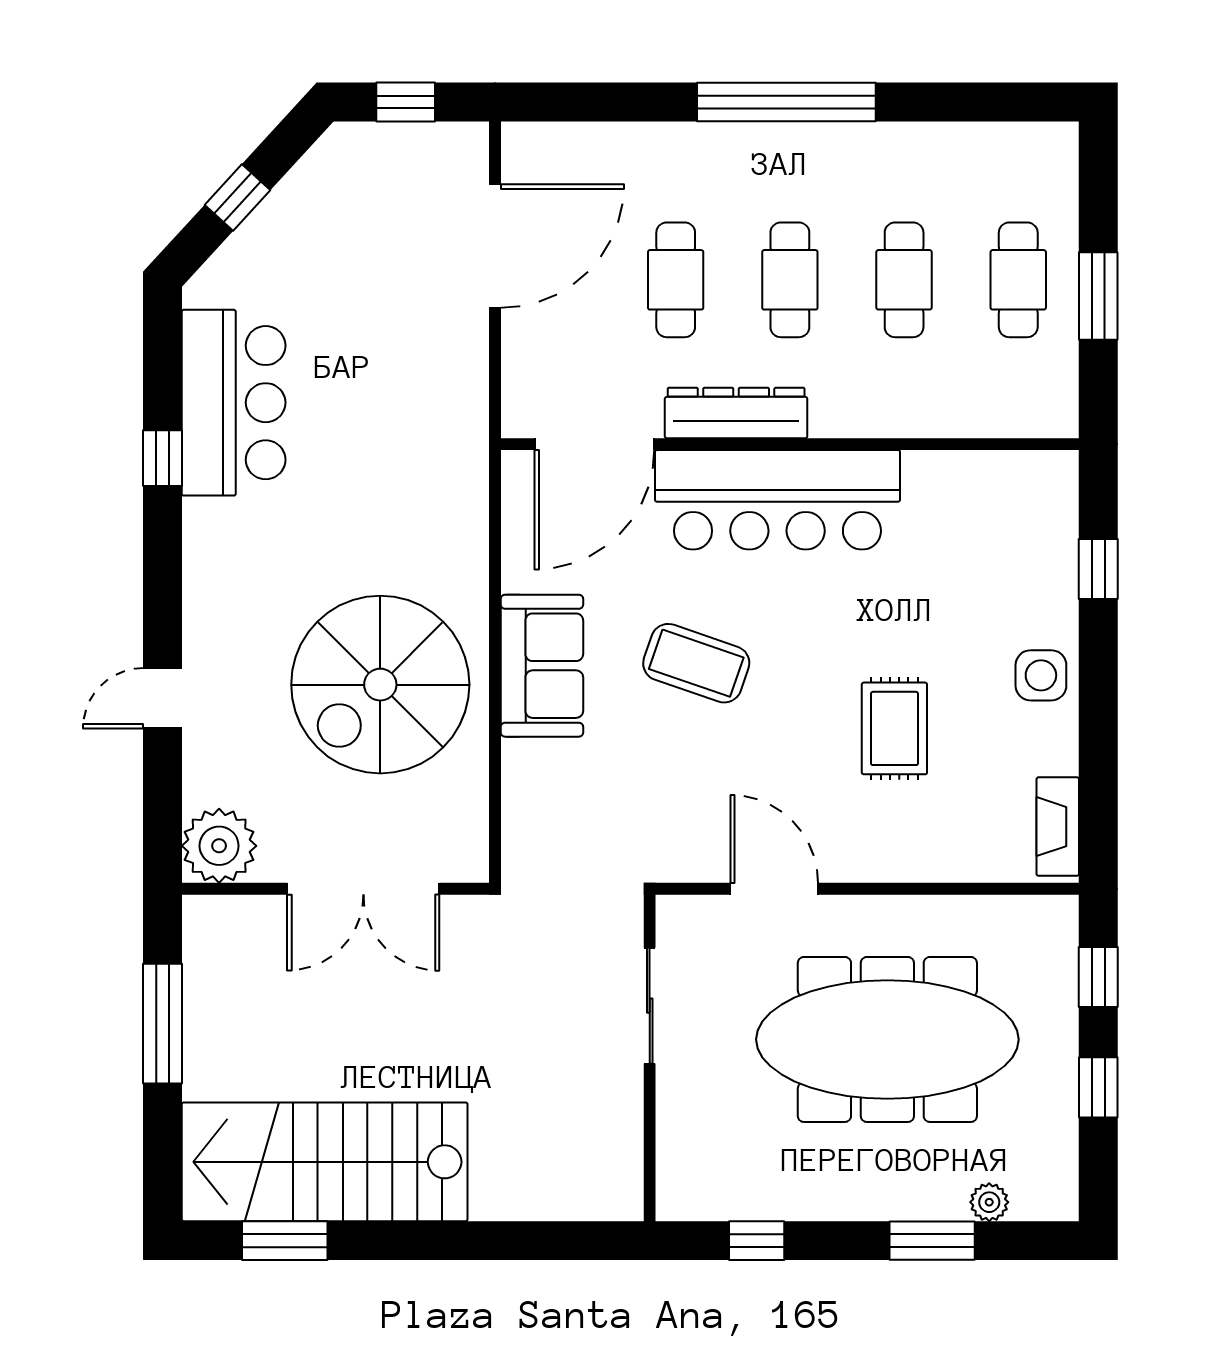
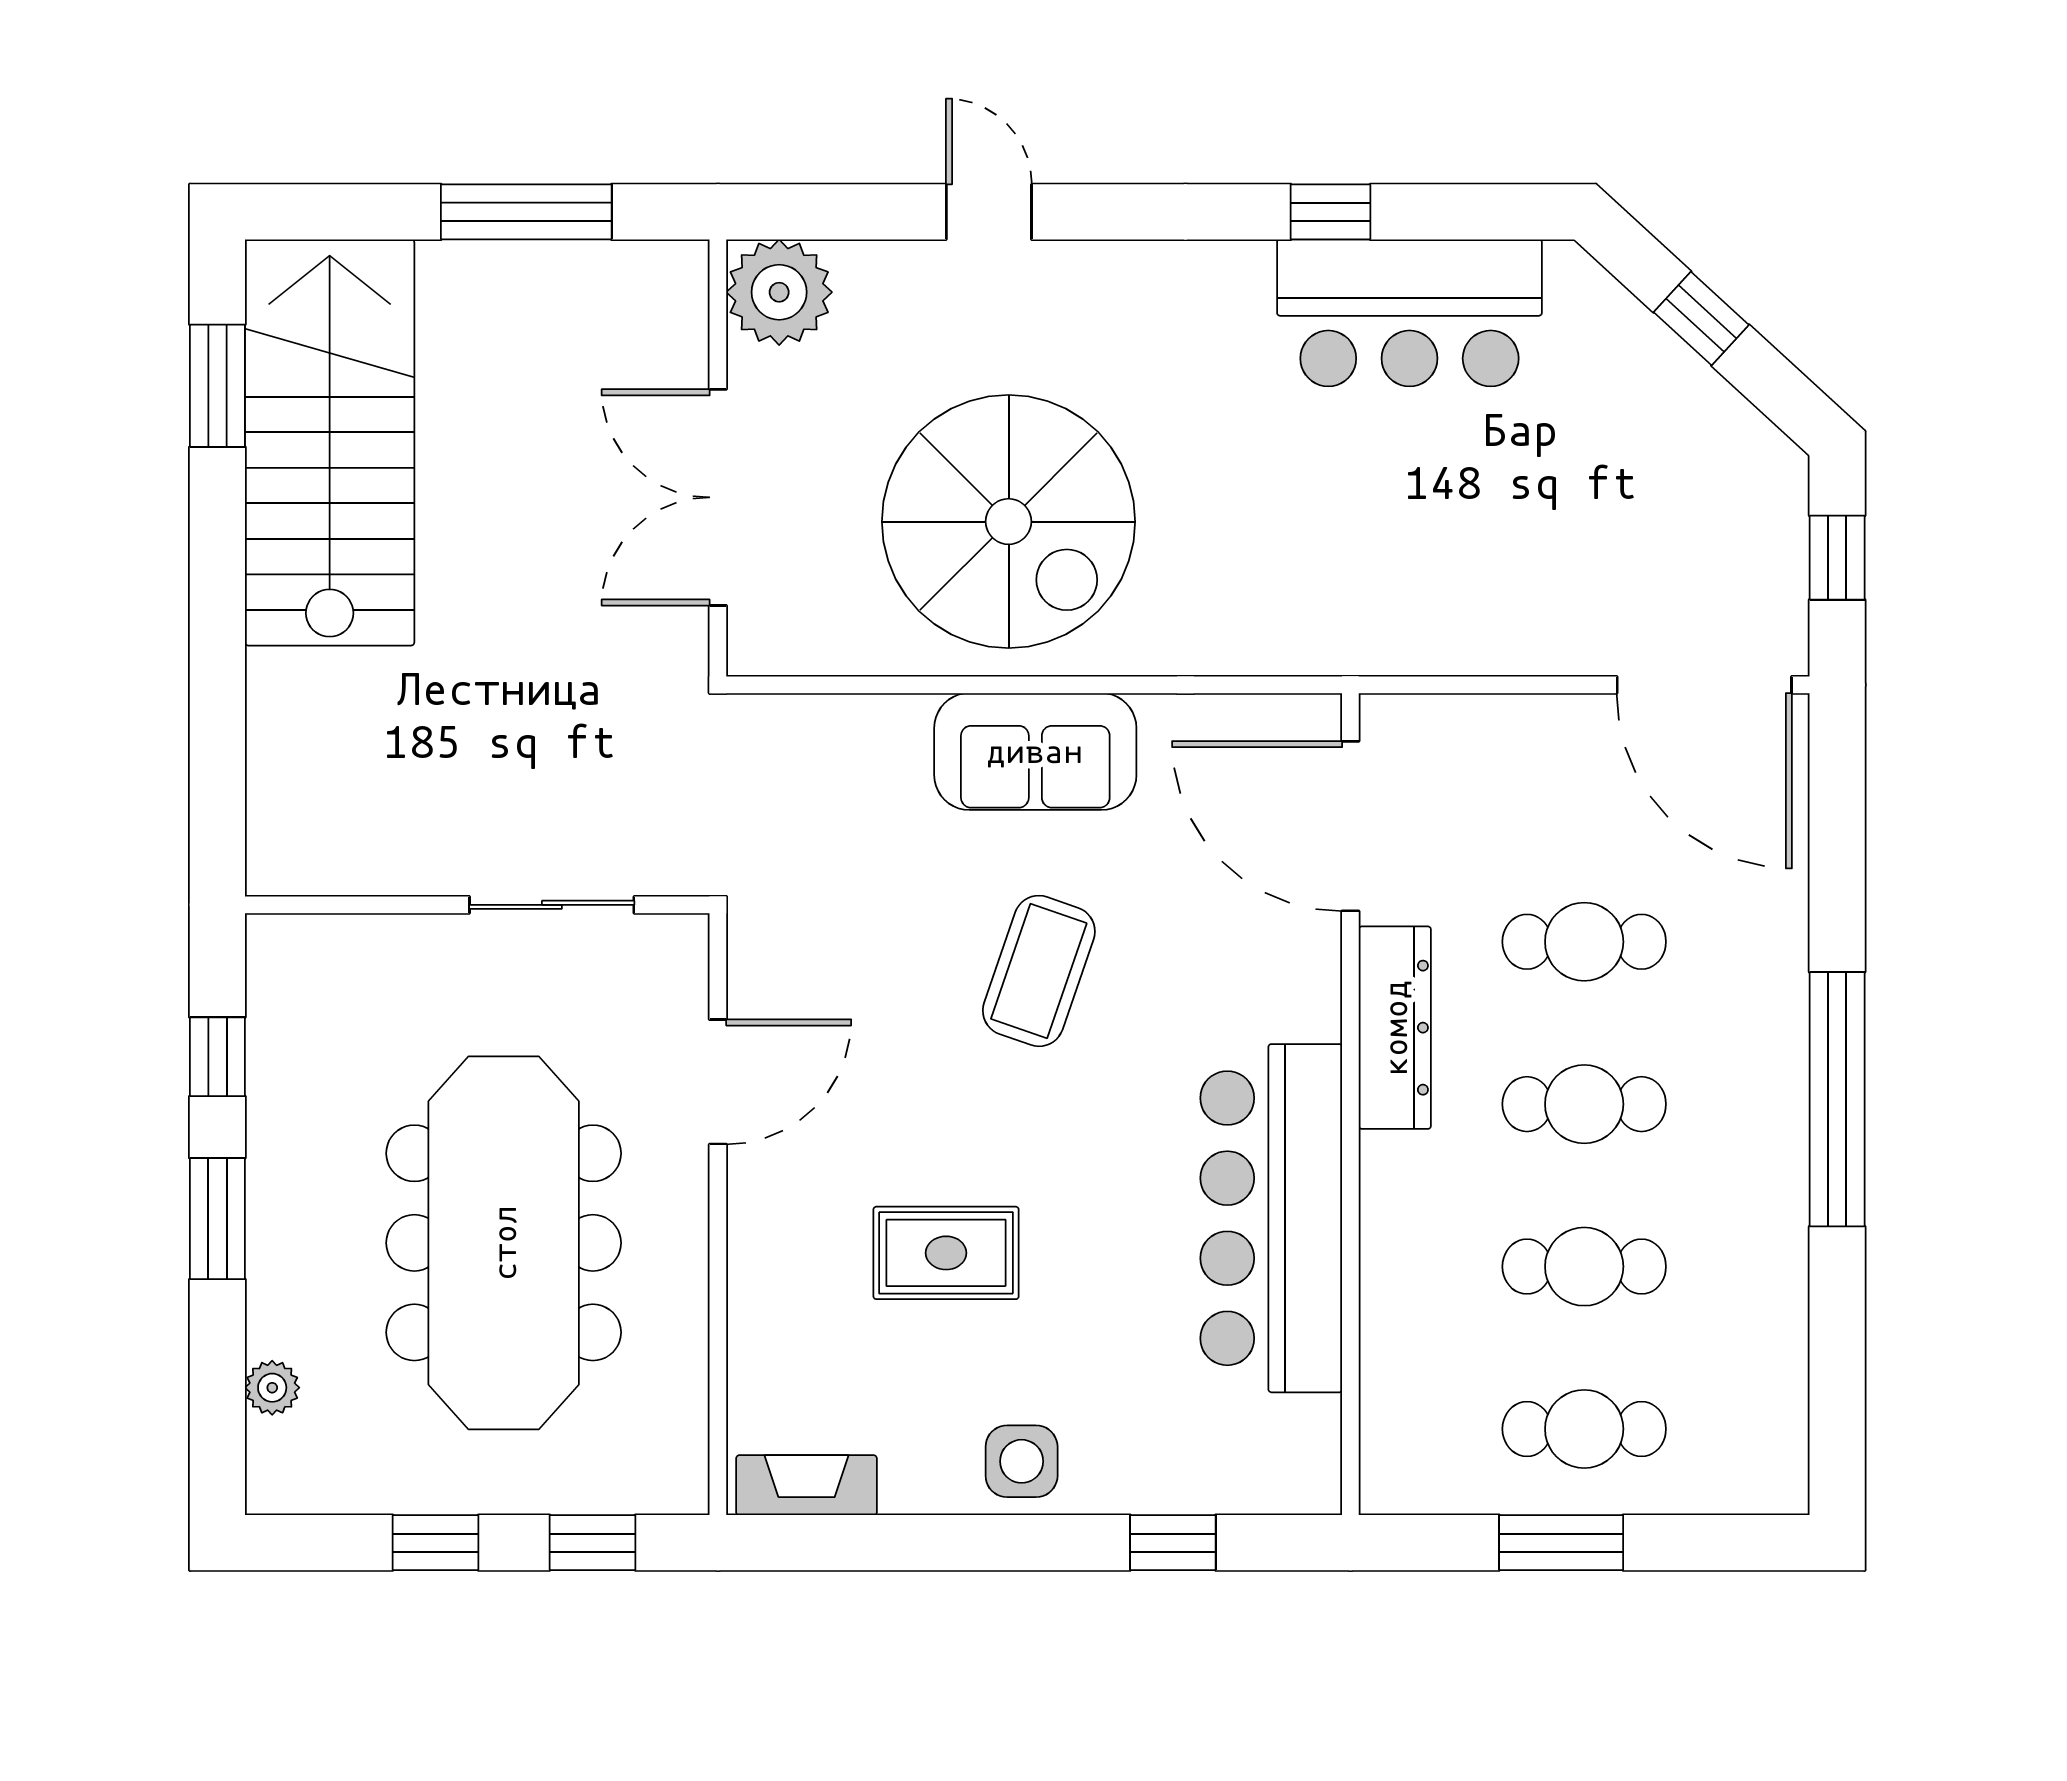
door: (495, 246) -> (1704, 685), moved
bar counter: (777, 500) -> (1271, 1218), moved
spiral stairs: (380, 685) -> (1009, 522), turned 180
window: (932, 1241) -> (217, 1219), moved

